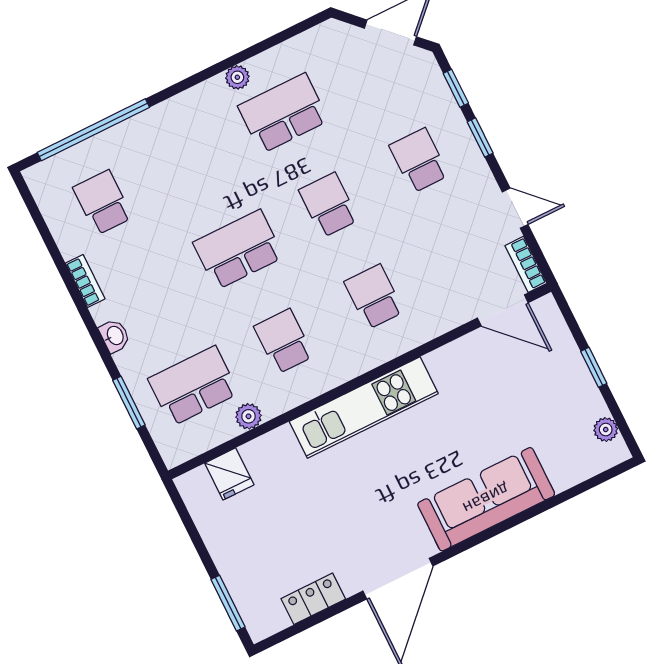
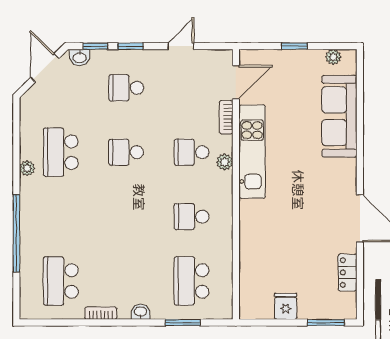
washbasin: (429, 74) -> (80, 57), added
window: (93, 130) -> (16, 233), moved
school desk: (103, 203) -> (61, 281), width x1.85
school desk: (238, 250) -> (126, 217), removed
bookcase: (526, 264) -> (226, 117), moved, turned 90
kitchen unit: (364, 407) -> (252, 152), moved
plant: (249, 416) -> (225, 162), moved
fridge: (229, 474) -> (286, 306), moved, turned -90
sofa: (486, 499) -> (339, 116), moved

